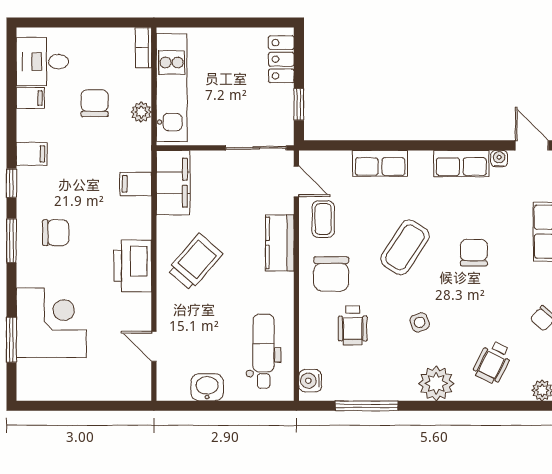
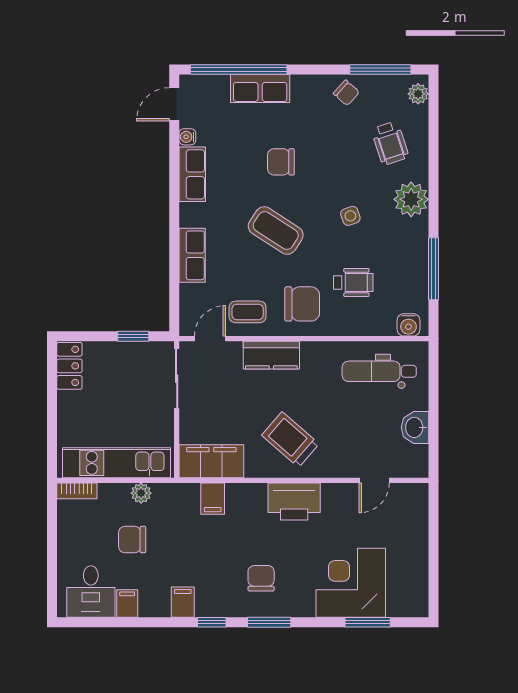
locker: (281, 59) -> (69, 366), moved, turned -90
wheelchair: (493, 362) -> (390, 143), turned 45

